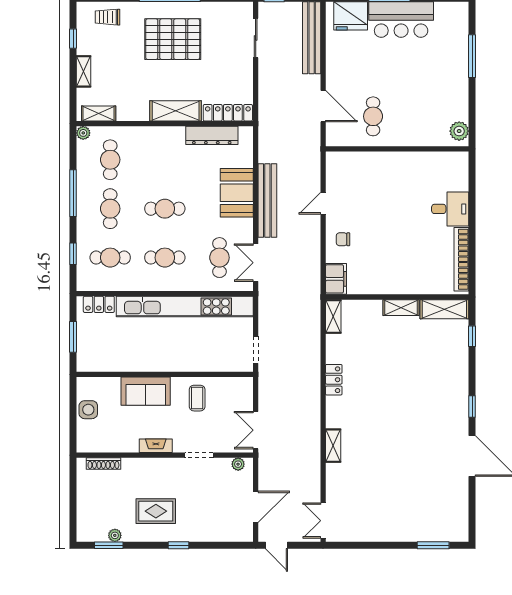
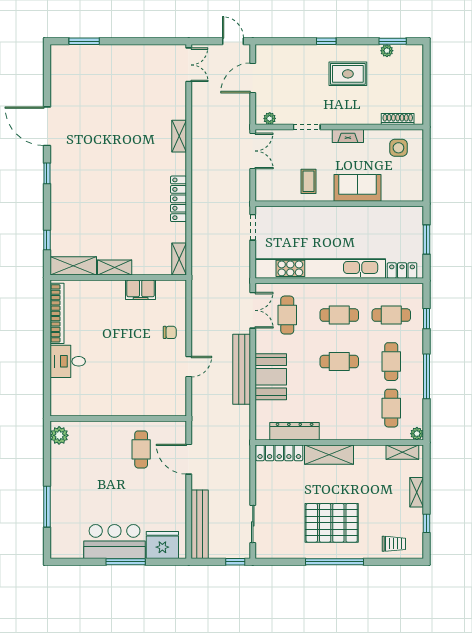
filing cabinet: (336, 279) -> (141, 290), moved, turned -90
locker: (334, 380) -> (179, 199), width x1.53
side table: (88, 410) -> (398, 148), moved

